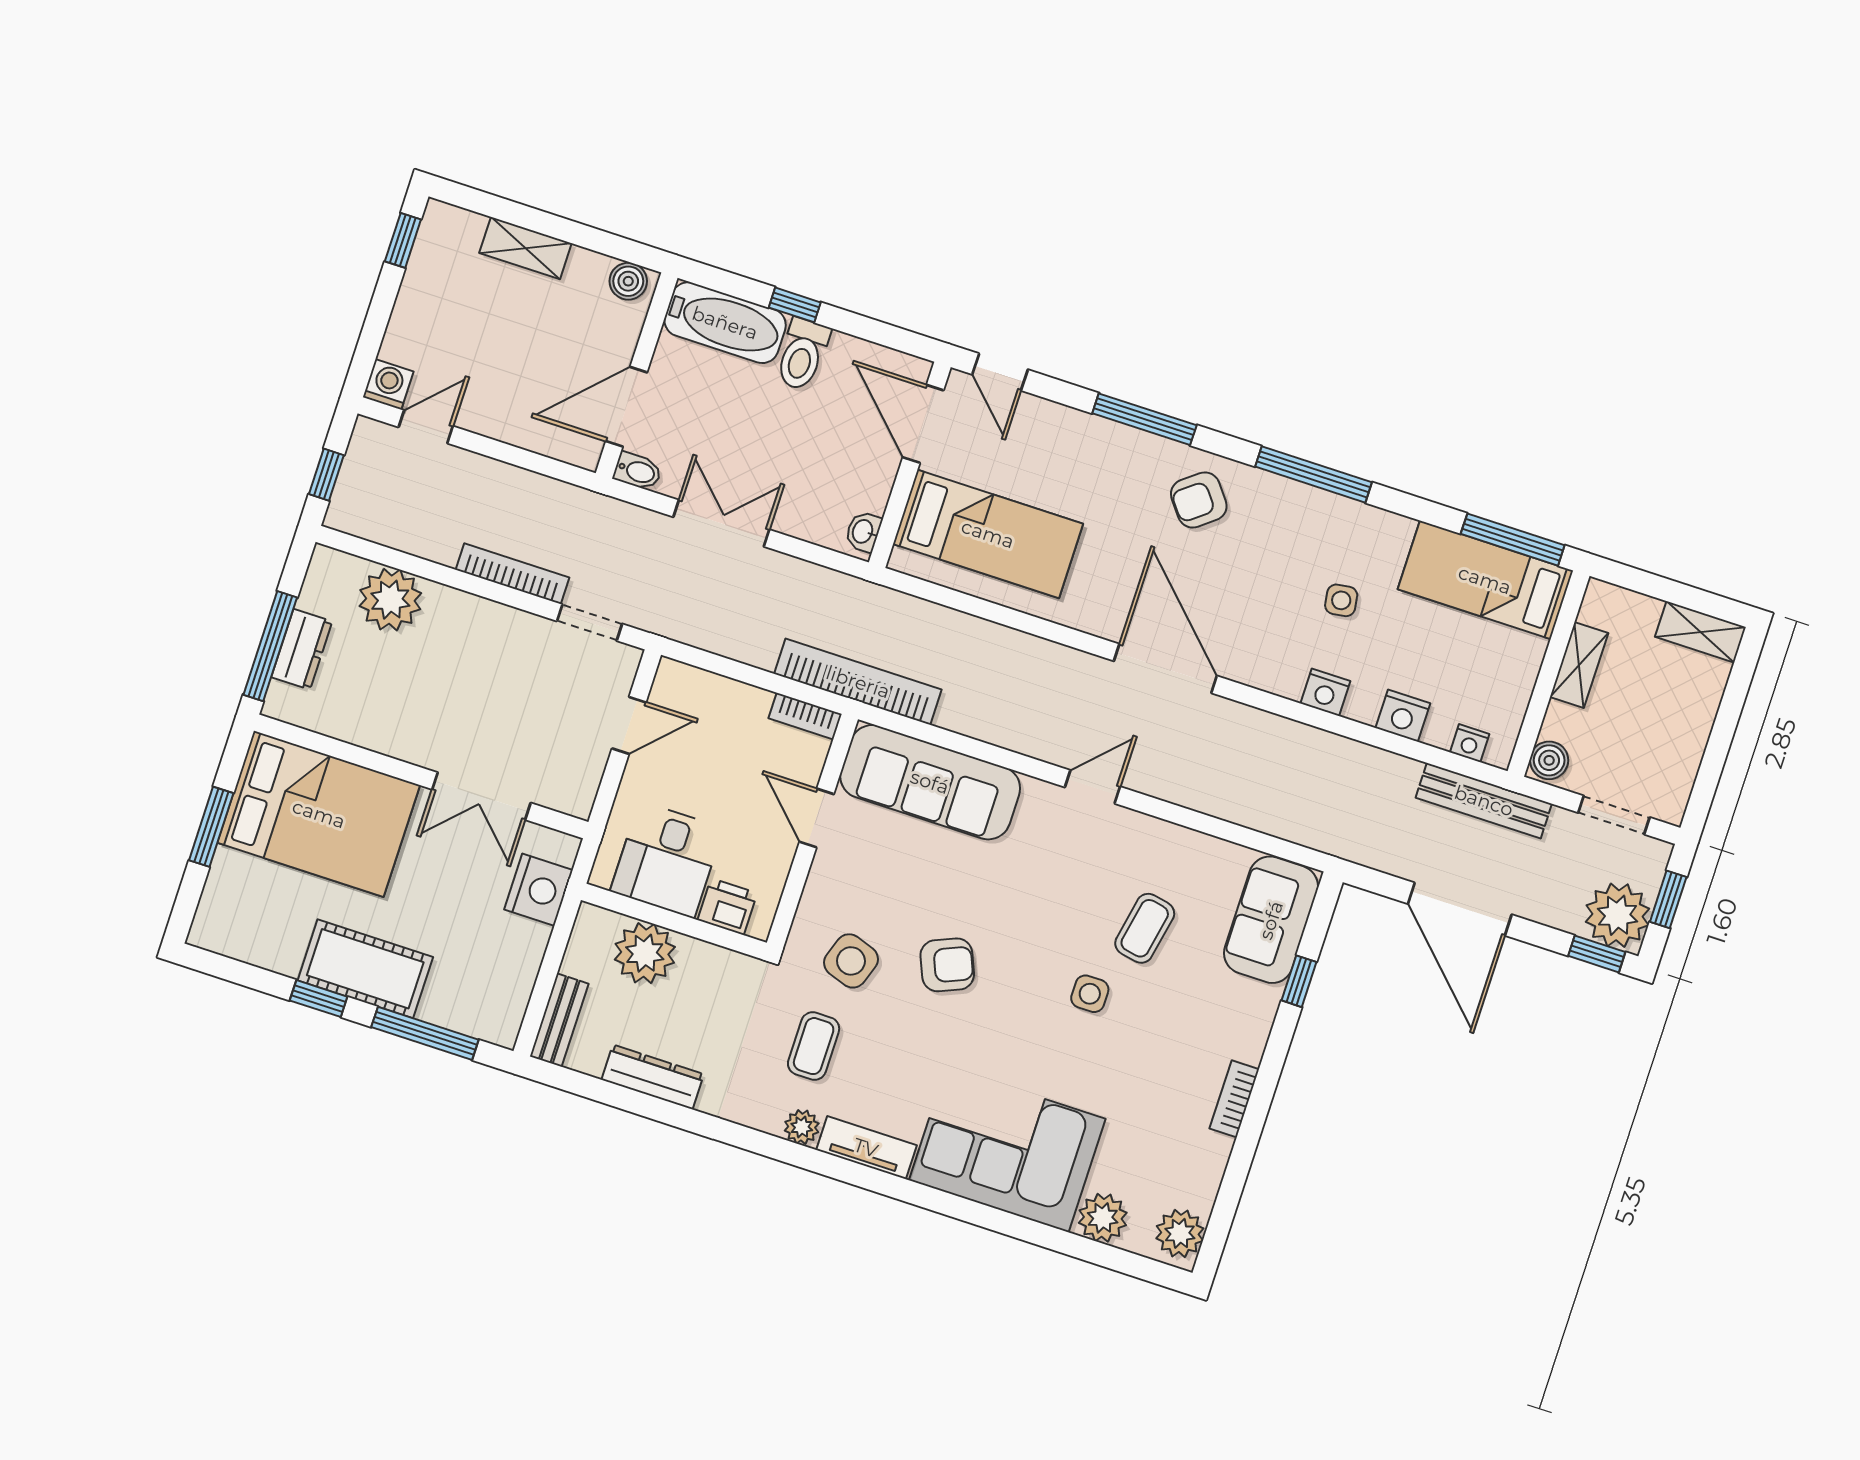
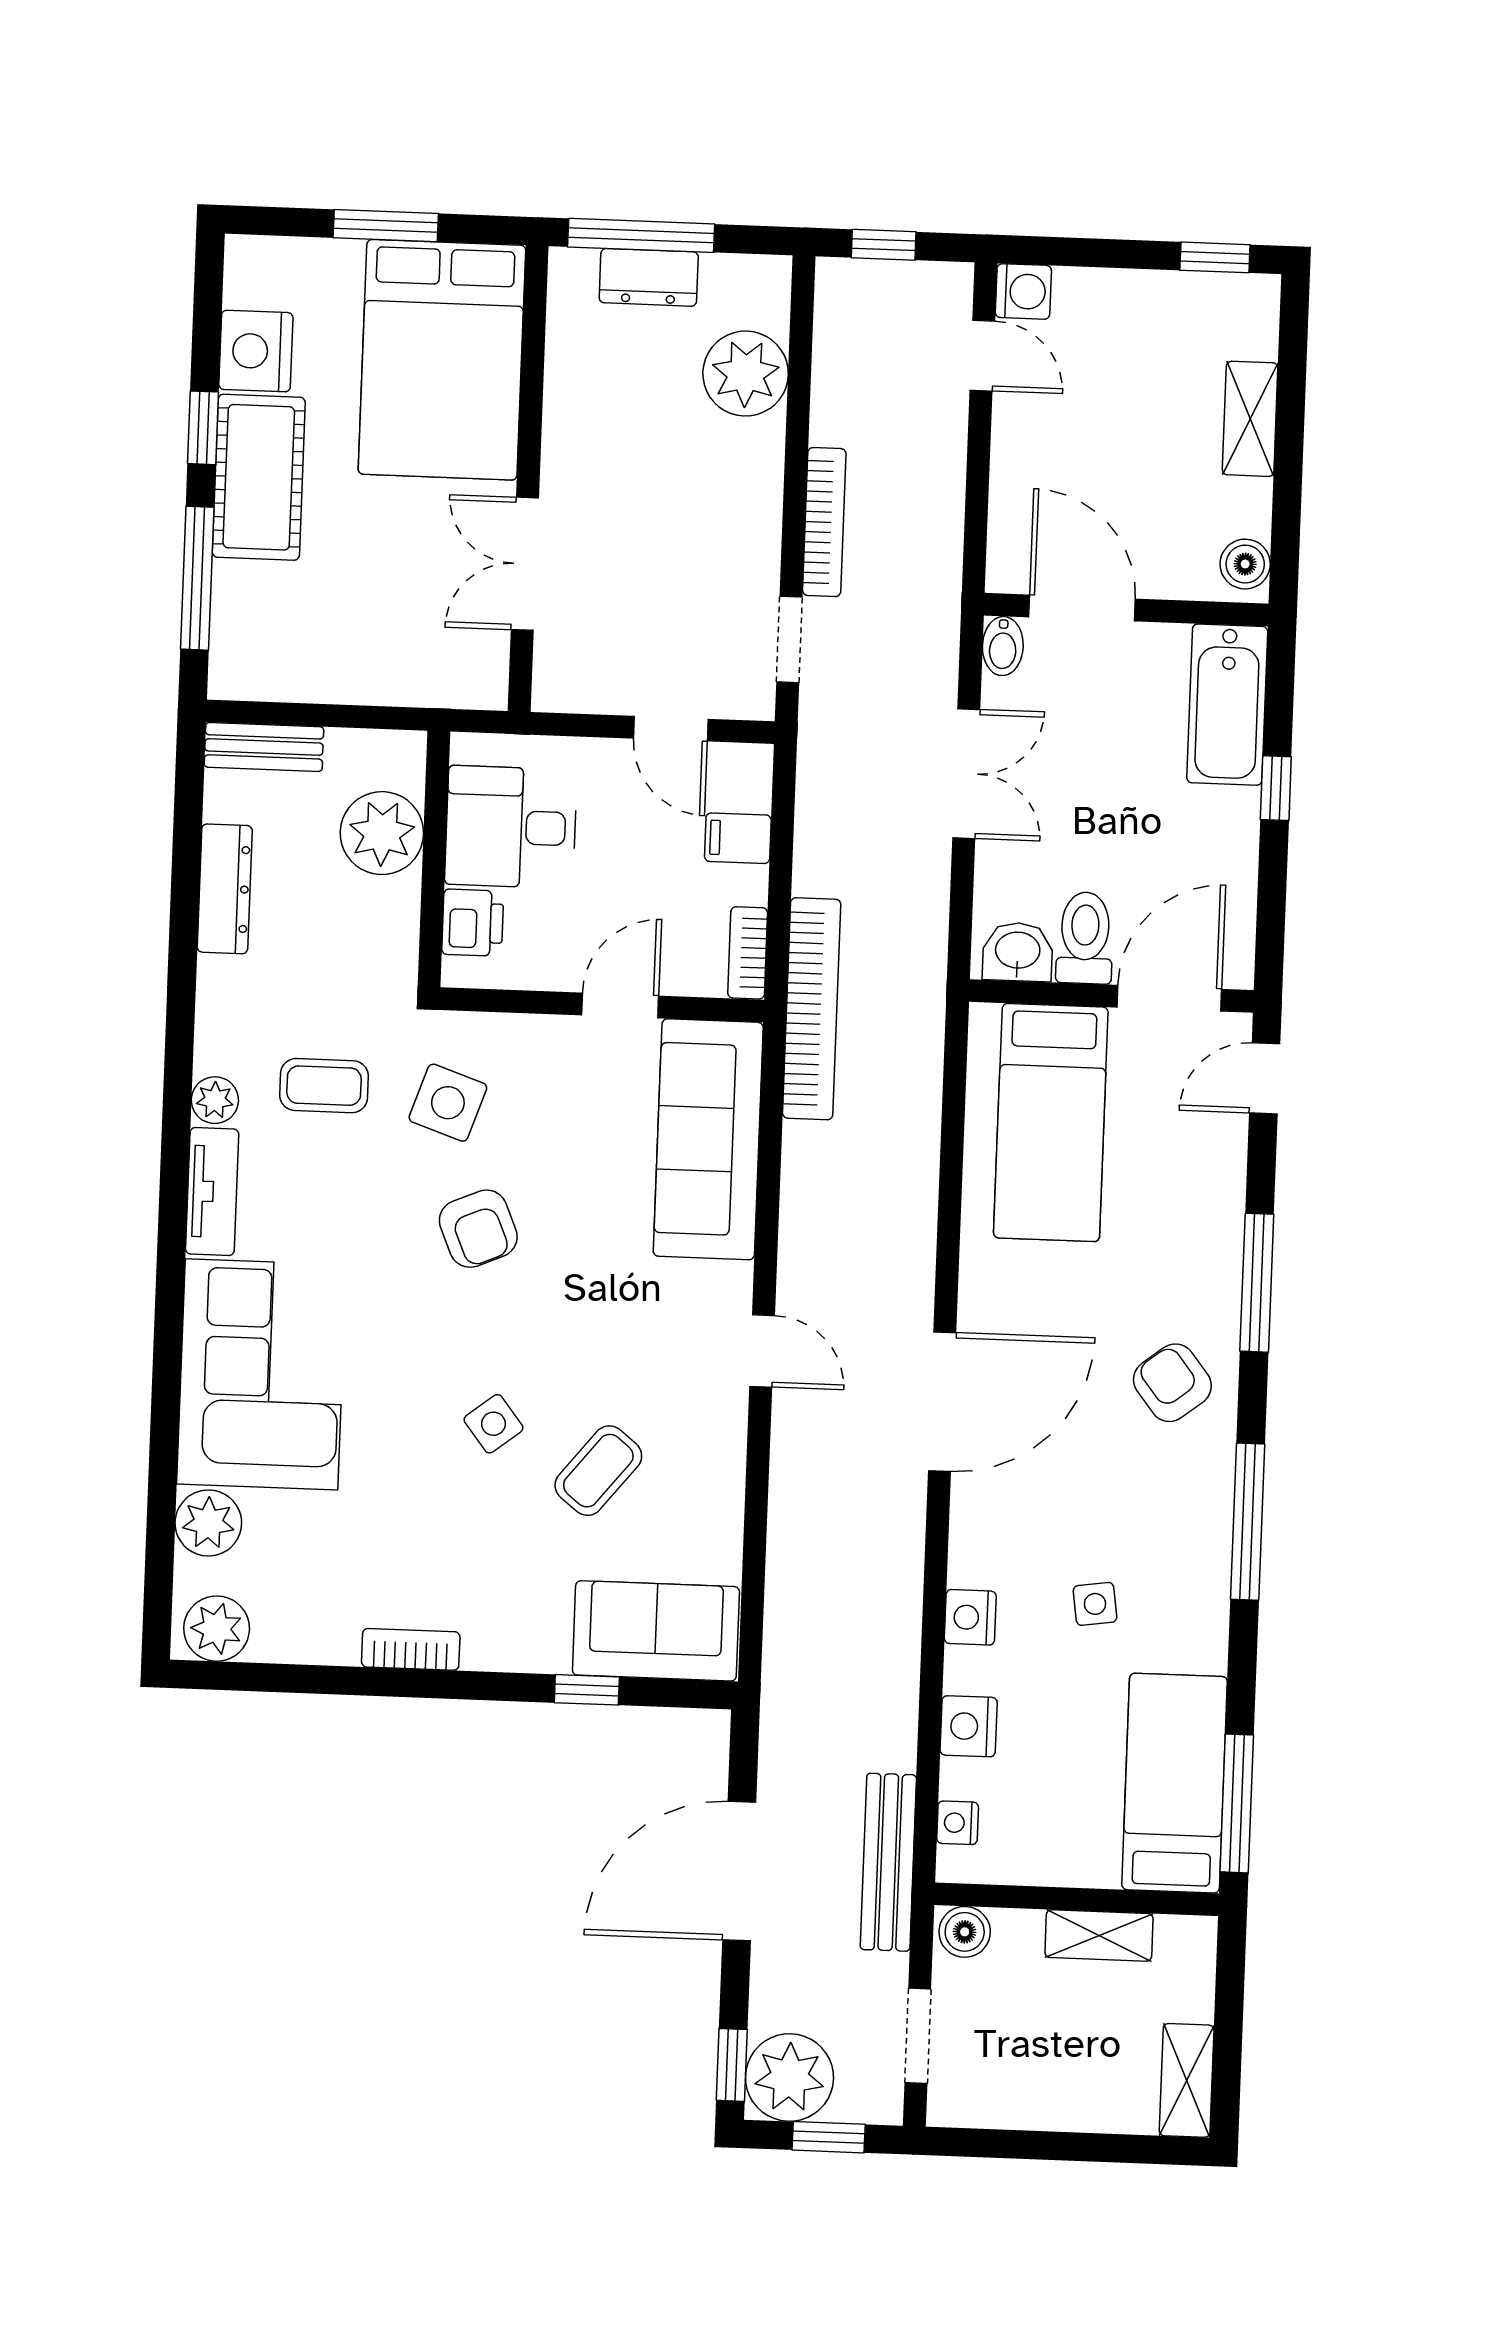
toilet: (802, 354) -> (1085, 938), moved, turned 90
washbasin: (863, 532) -> (1018, 952), width x1.38, depth x1.45
filing cabinet: (721, 700) -> (738, 838), added
nightstand: (538, 890) -> (256, 351), moved, turned 90
coffee table: (1145, 928) -> (598, 1471), turned -62
side table: (1090, 994) -> (493, 1424), turned -38

